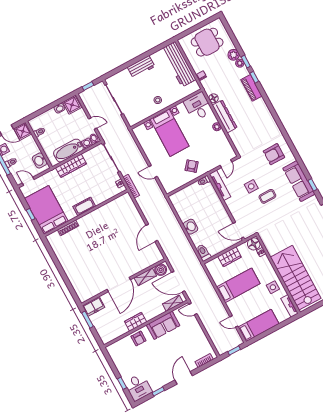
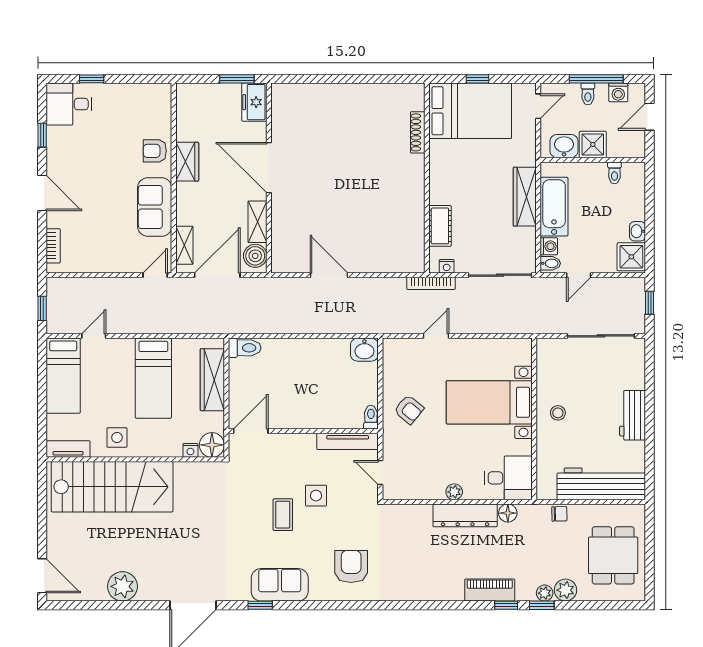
shower: (23, 131) -> (593, 144), moved
sofa: (299, 181) -> (280, 585), width x0.73
cot: (84, 207) -> (440, 226), moved
washbasin: (190, 227) -> (364, 350), moved
wardrobe: (230, 257) -> (212, 380), width x1.50

